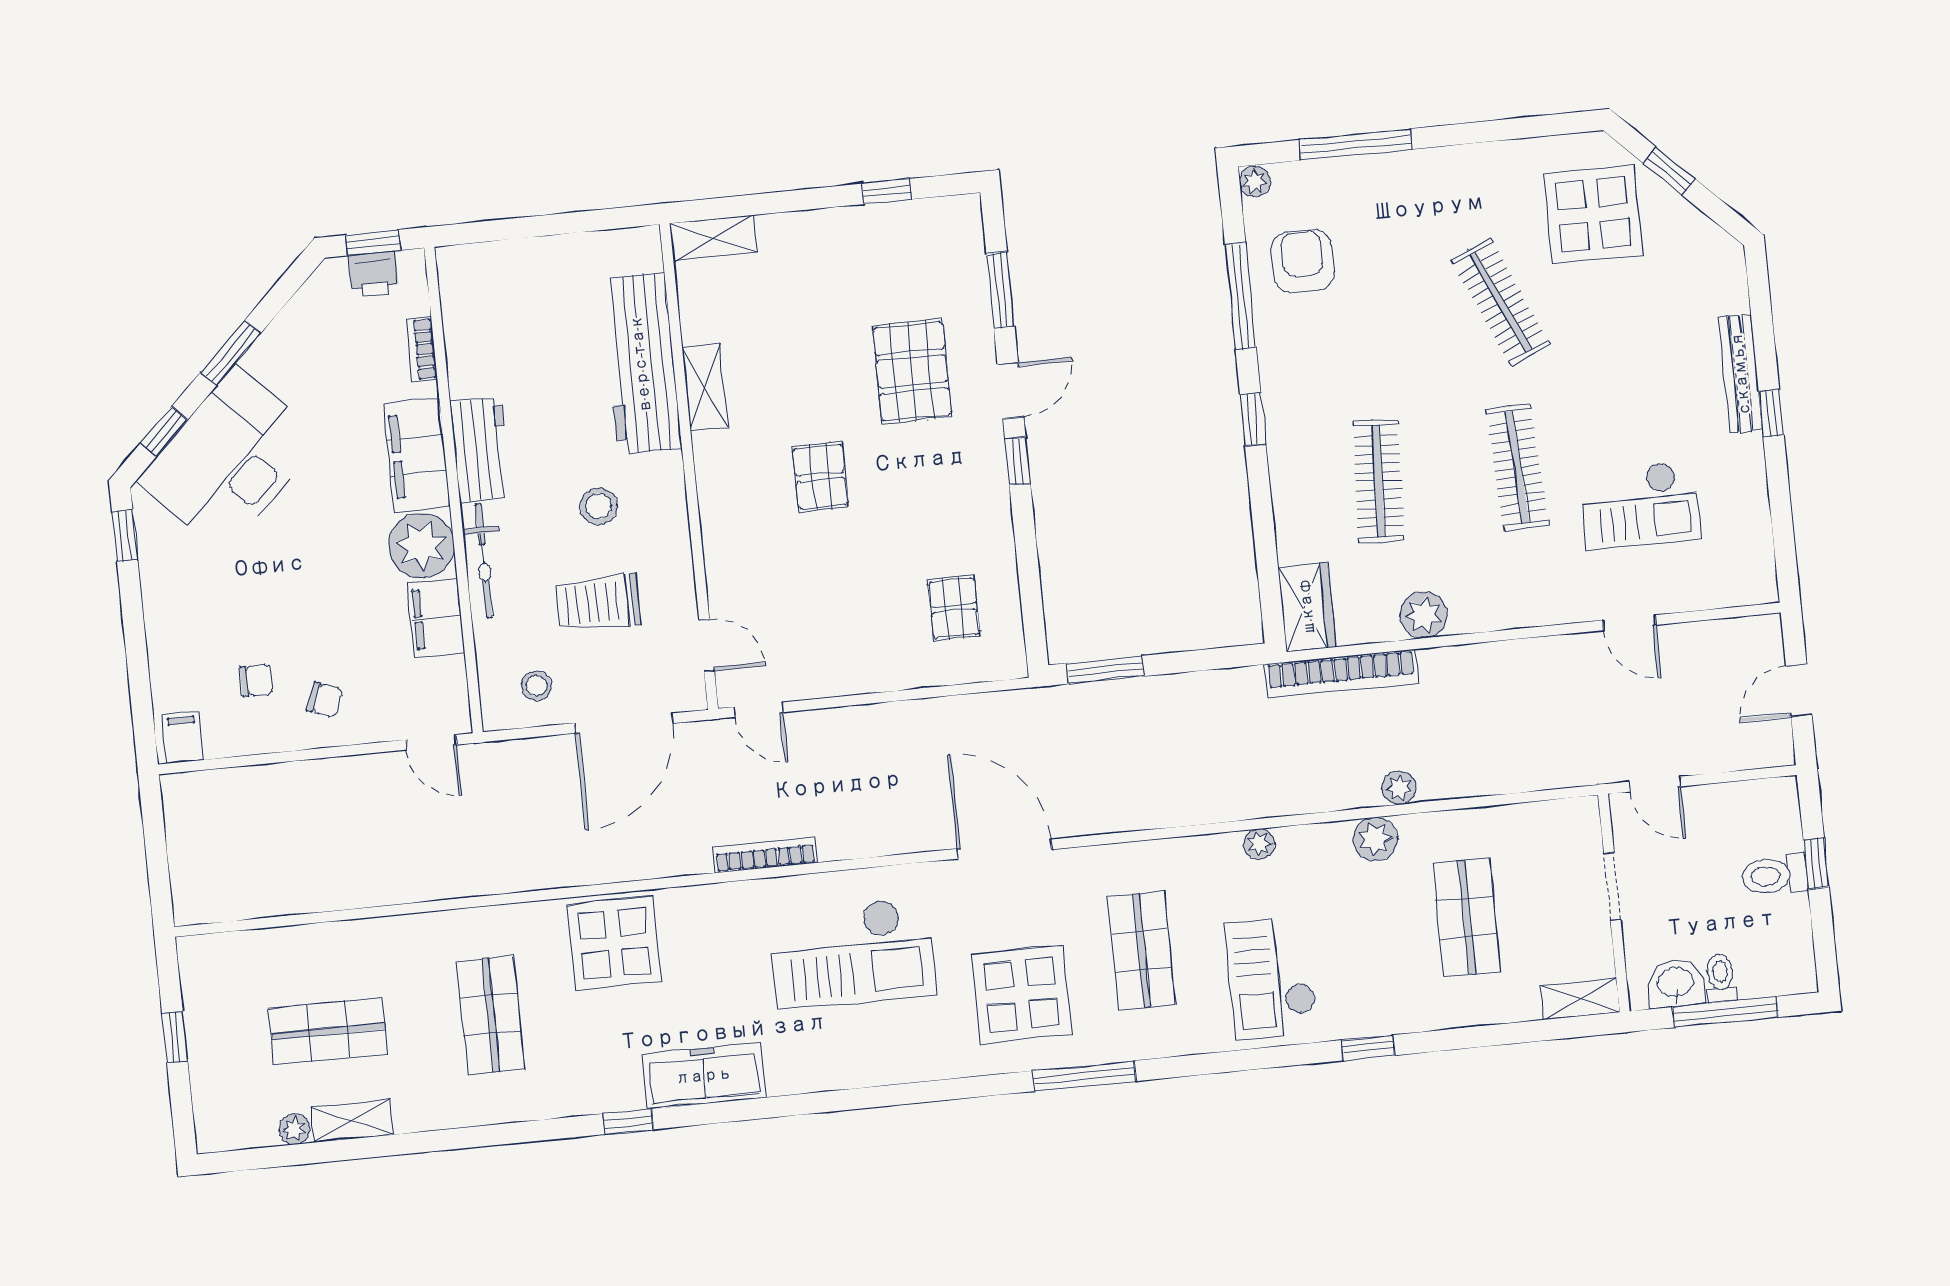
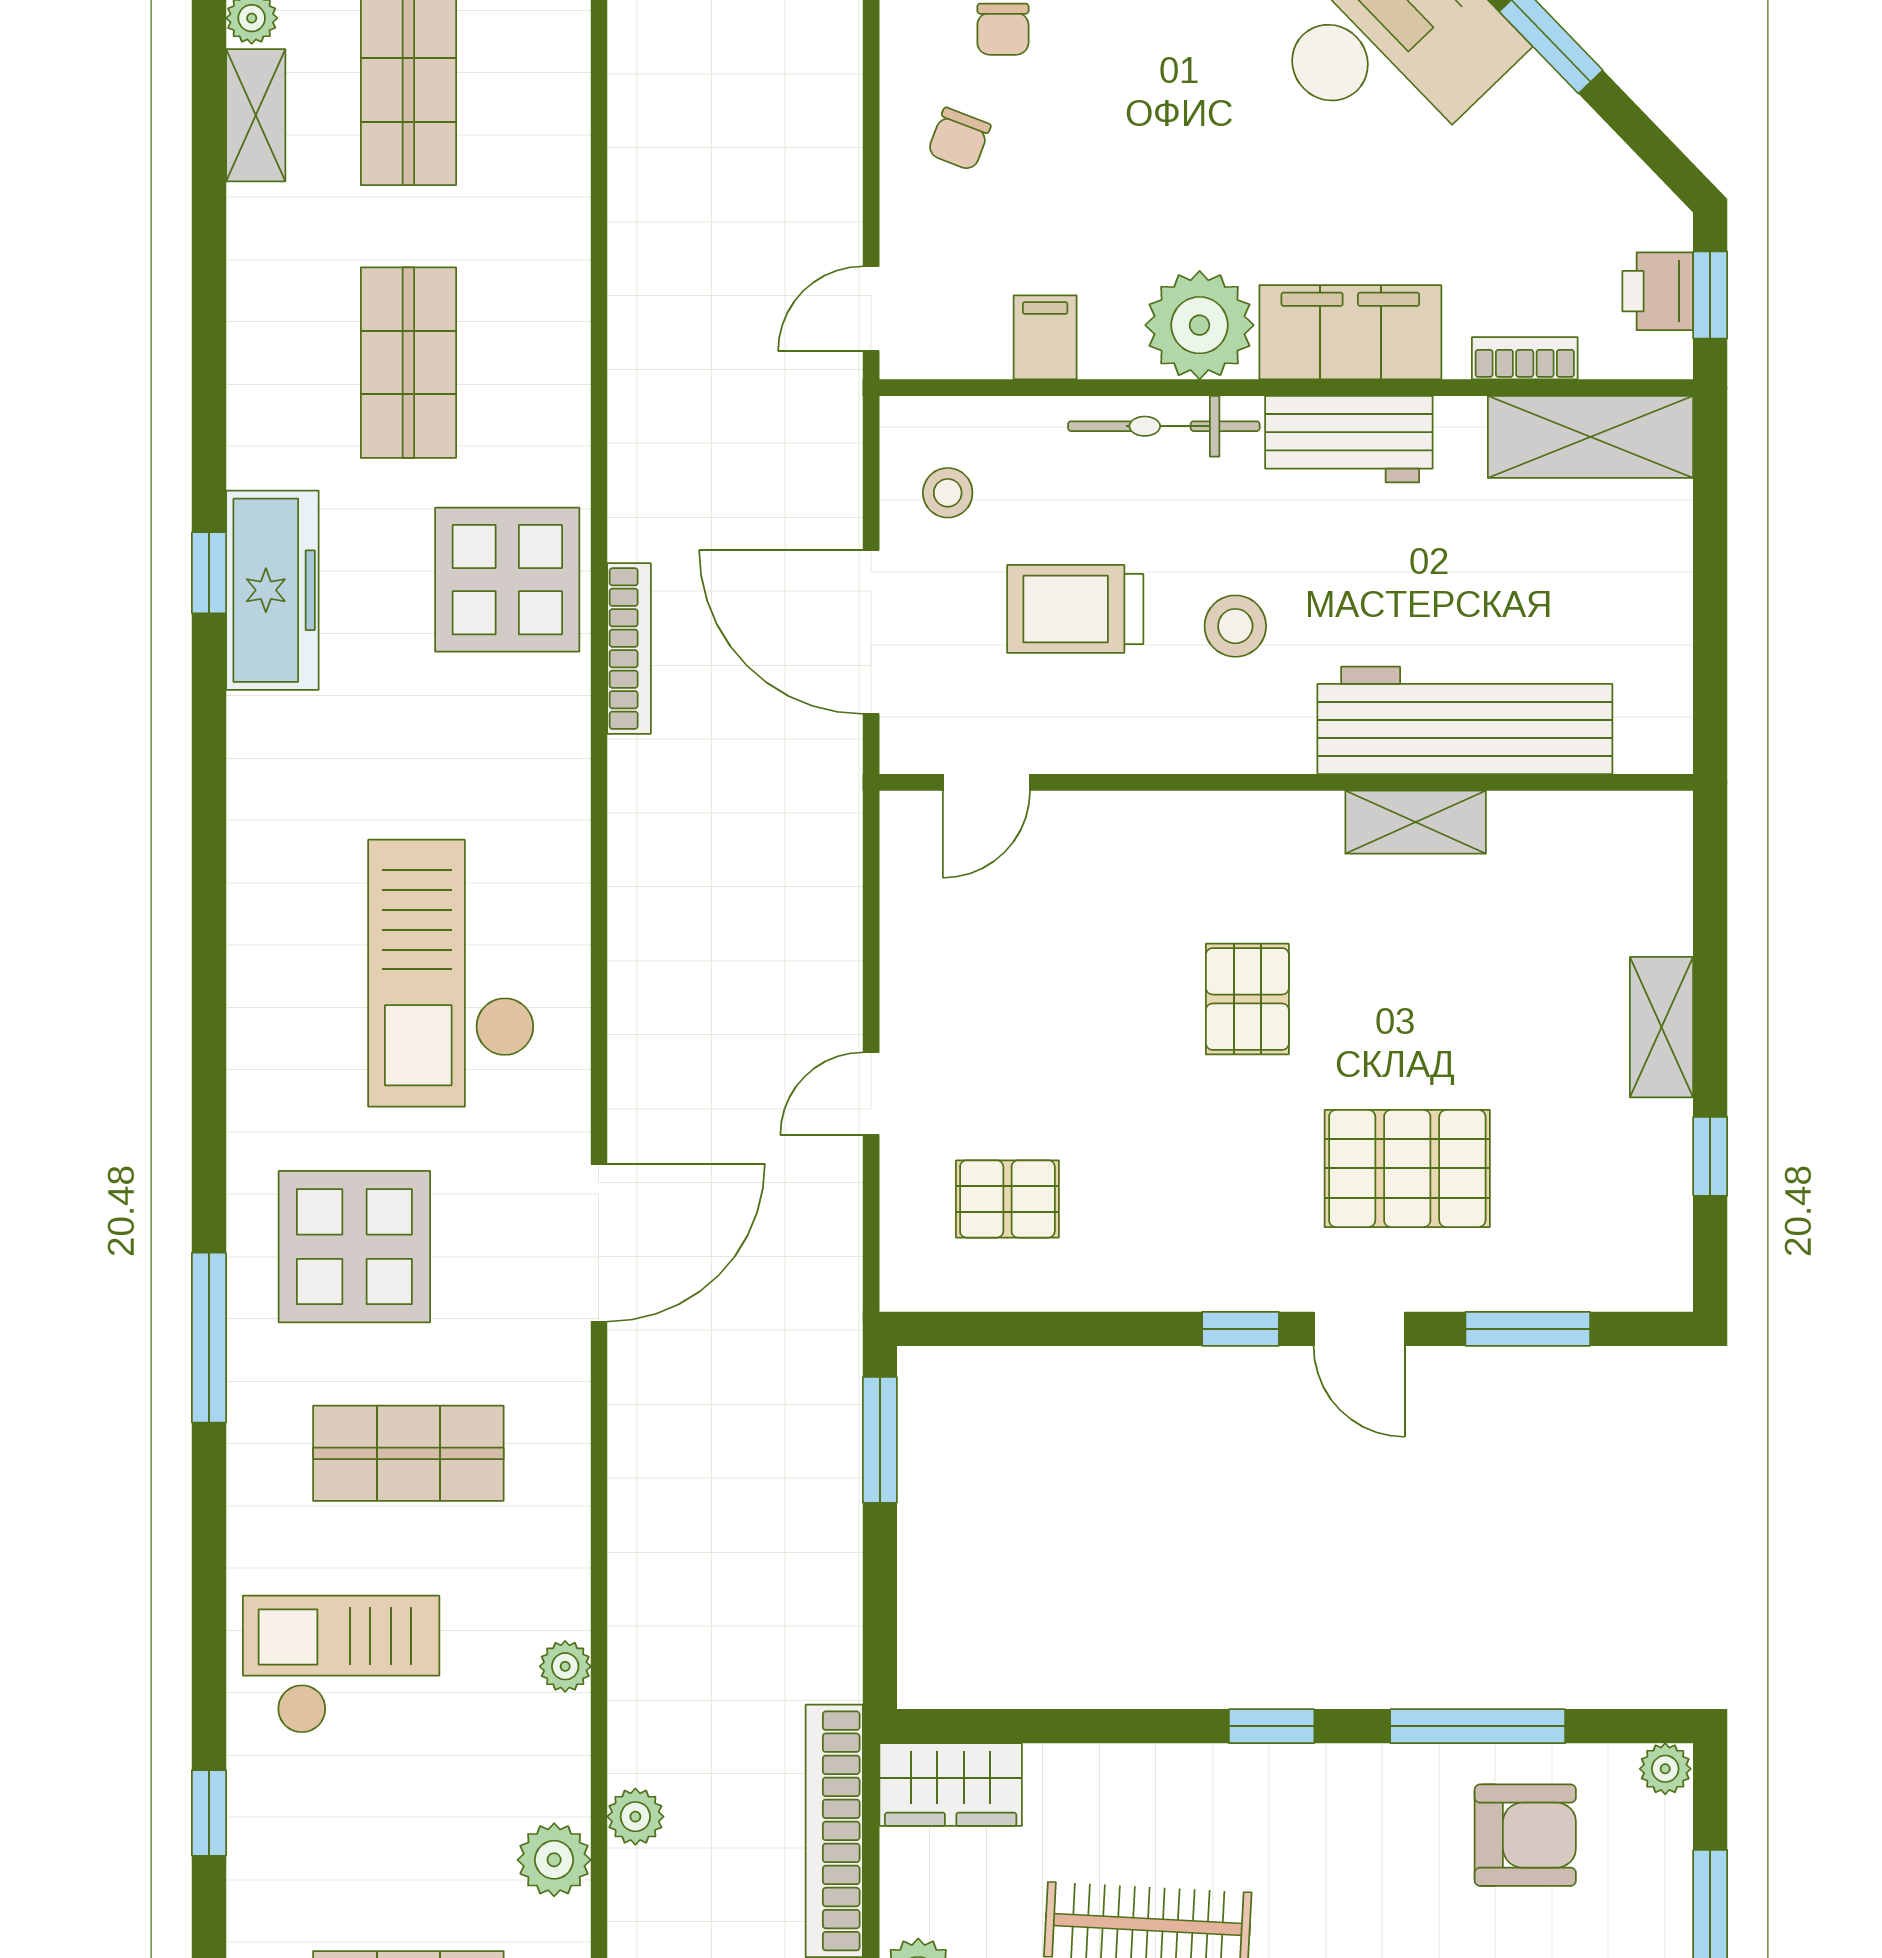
shelving: (713, 238) -> (1662, 1027), moved
shelving: (465, 306) -> (1590, 437), added
pallet: (820, 477) -> (1247, 999), turned 90
trolley: (598, 603) -> (1075, 609), turned -90
filing cabinet: (436, 618) -> (1045, 337), width x0.50
door: (759, 710) -> (871, 1094), moved
plant: (1399, 788) -> (635, 1817), moved
bookcase: (765, 855) -> (629, 649), moved
shop shelf: (491, 1015) -> (408, 363), turned 90
freezer: (704, 1076) -> (272, 590), moved

